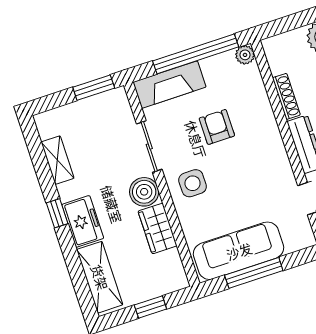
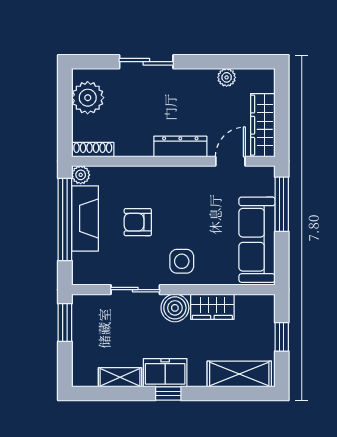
fireplace: (170, 85) -> (85, 218), moved
shoe rack: (286, 96) -> (93, 150), moved
freezer: (83, 221) -> (165, 373), moved
window: (254, 273) -> (282, 204), moved

